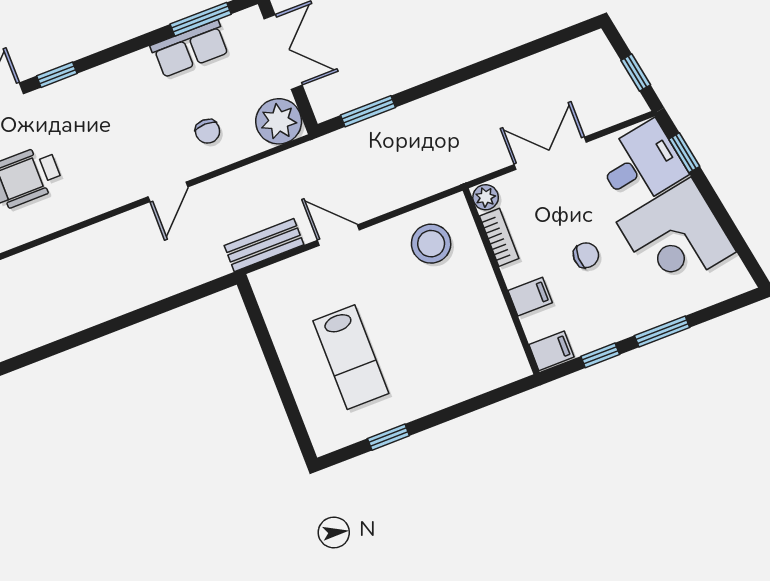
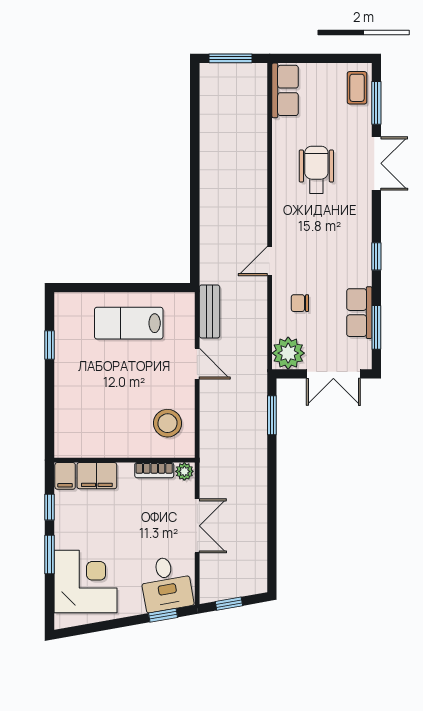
window: (57, 75) -> (376, 256), moved
door: (168, 192) -> (270, 261), hinge flipped
door: (338, 235) -> (197, 364), hinge flipped
corner desk: (676, 237) -> (85, 581), moved, turned 100
chair: (586, 255) -> (120, 523), removed
filing cabinet: (530, 297) -> (97, 476), width x2.00
lab bench: (351, 357) -> (129, 323), moved

